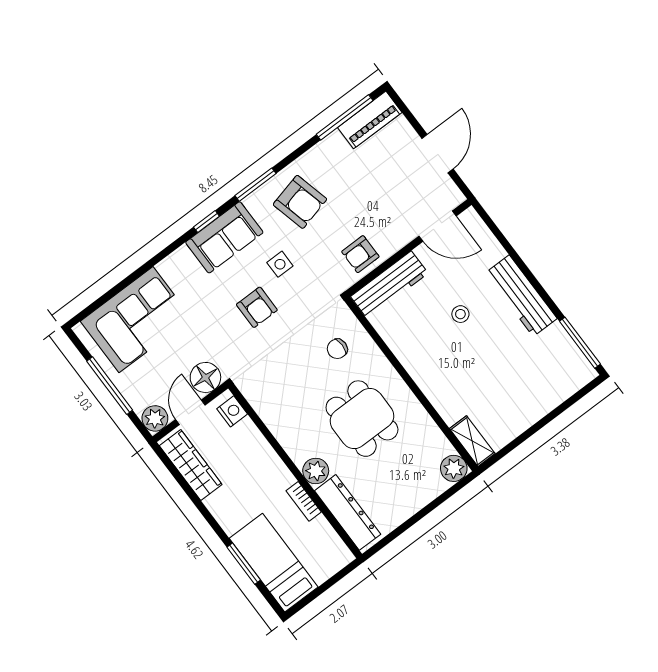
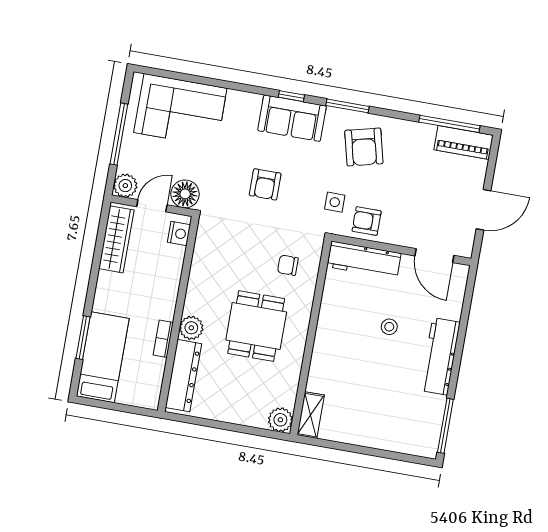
side table: (280, 264) -> (335, 202), moved

